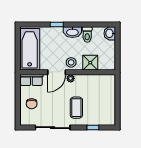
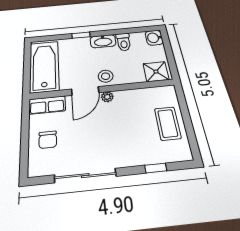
shower: (90, 63) -> (156, 72), moved
coffee table: (76, 108) -> (168, 123), moved

